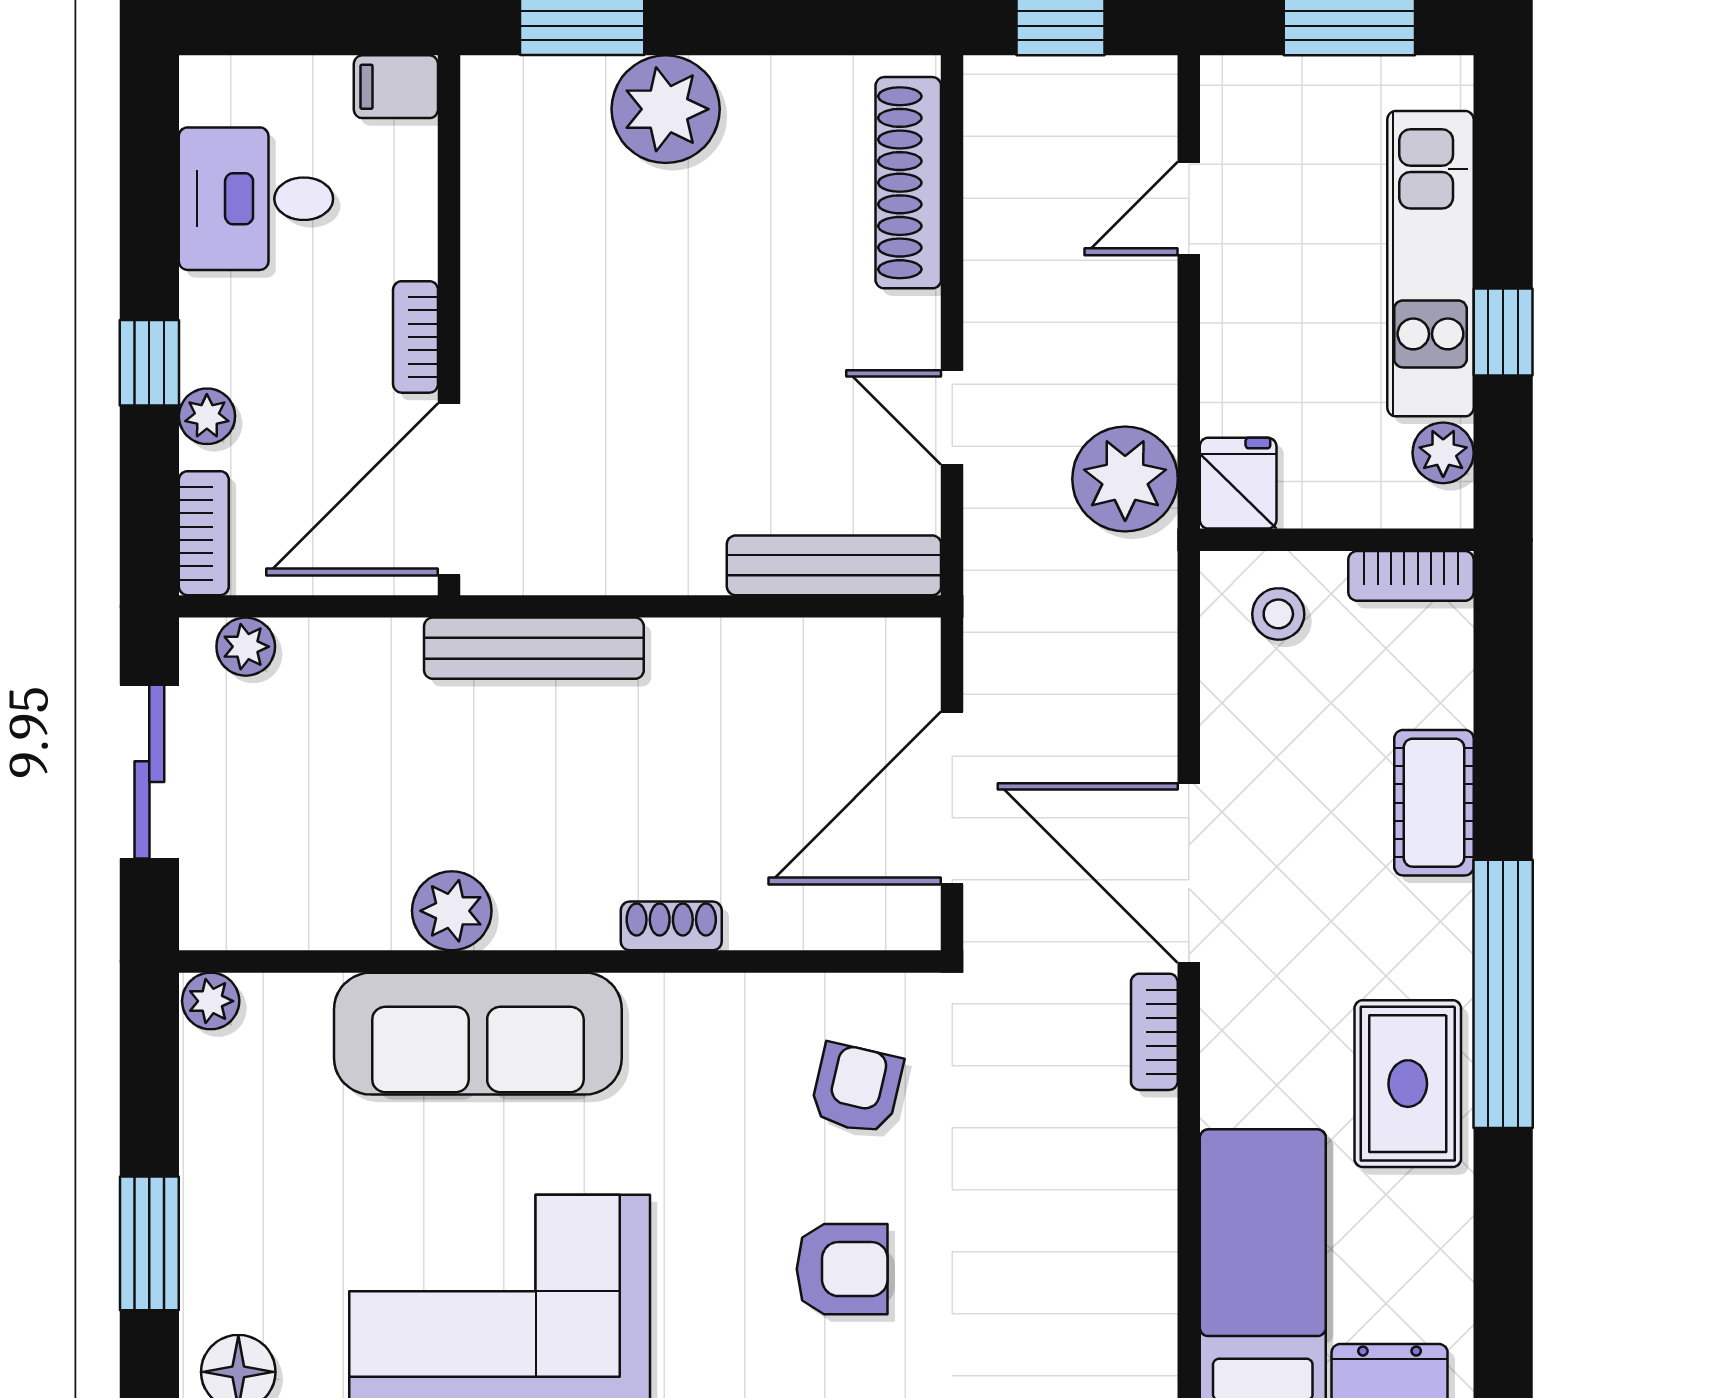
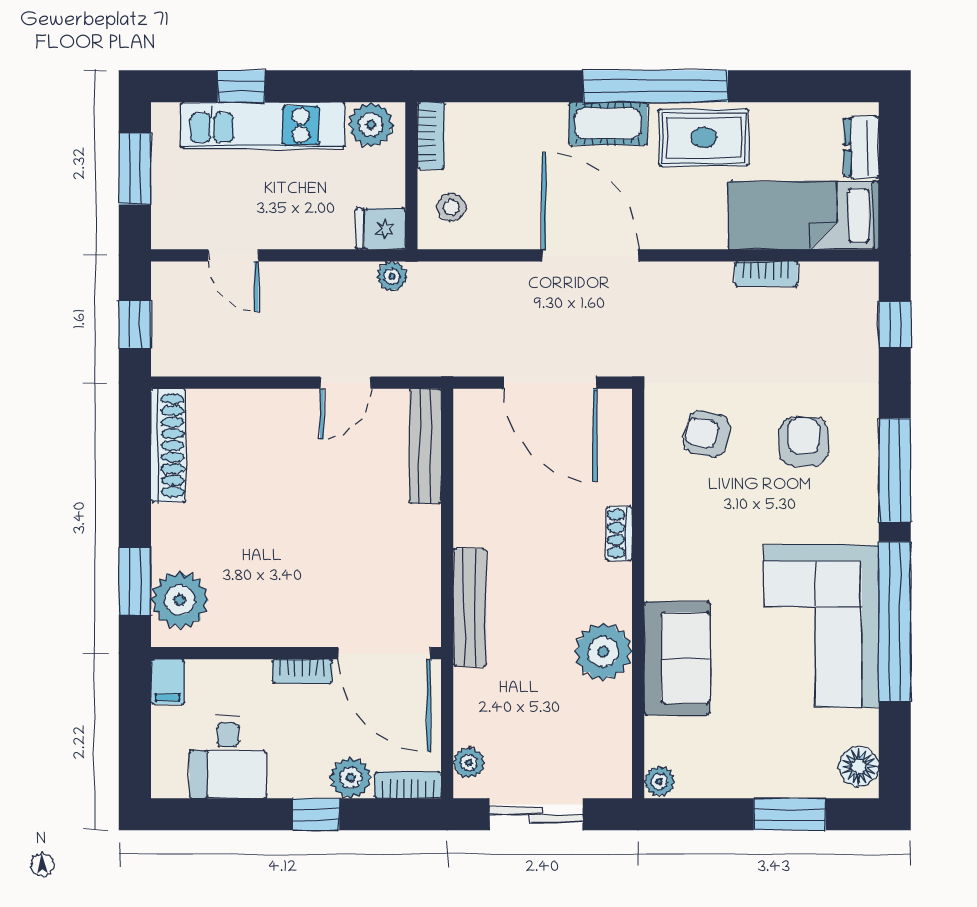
plant: (666, 109) -> (180, 600), moved
shoe rack: (908, 183) -> (168, 445), moved, turned -90
window: (1503, 332) -> (241, 86), moved
plant: (207, 416) -> (351, 778), width x1.38, depth x1.38
plant: (1443, 453) -> (371, 125), width x1.38, depth x1.38
plant: (1125, 479) -> (392, 276), width x0.53, depth x0.53
cot: (1434, 803) -> (608, 123), moved
door: (1189, 873) -> (591, 255), swing flipped
plant: (452, 911) -> (603, 652), width x1.36, depth x1.36
bookcase: (1154, 1032) -> (766, 274), moved
sofa: (478, 1034) -> (677, 658), width x0.73

